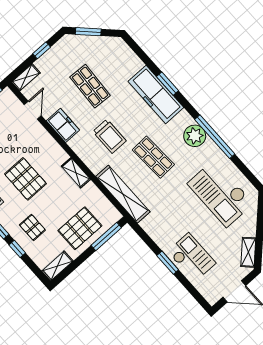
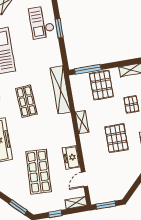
shop shelf: (90, 86) -> (38, 172), width x1.43, depth x1.36
trolley: (109, 136) -> (46, 132), removed
pallet: (80, 228) -> (101, 85), turned 90

